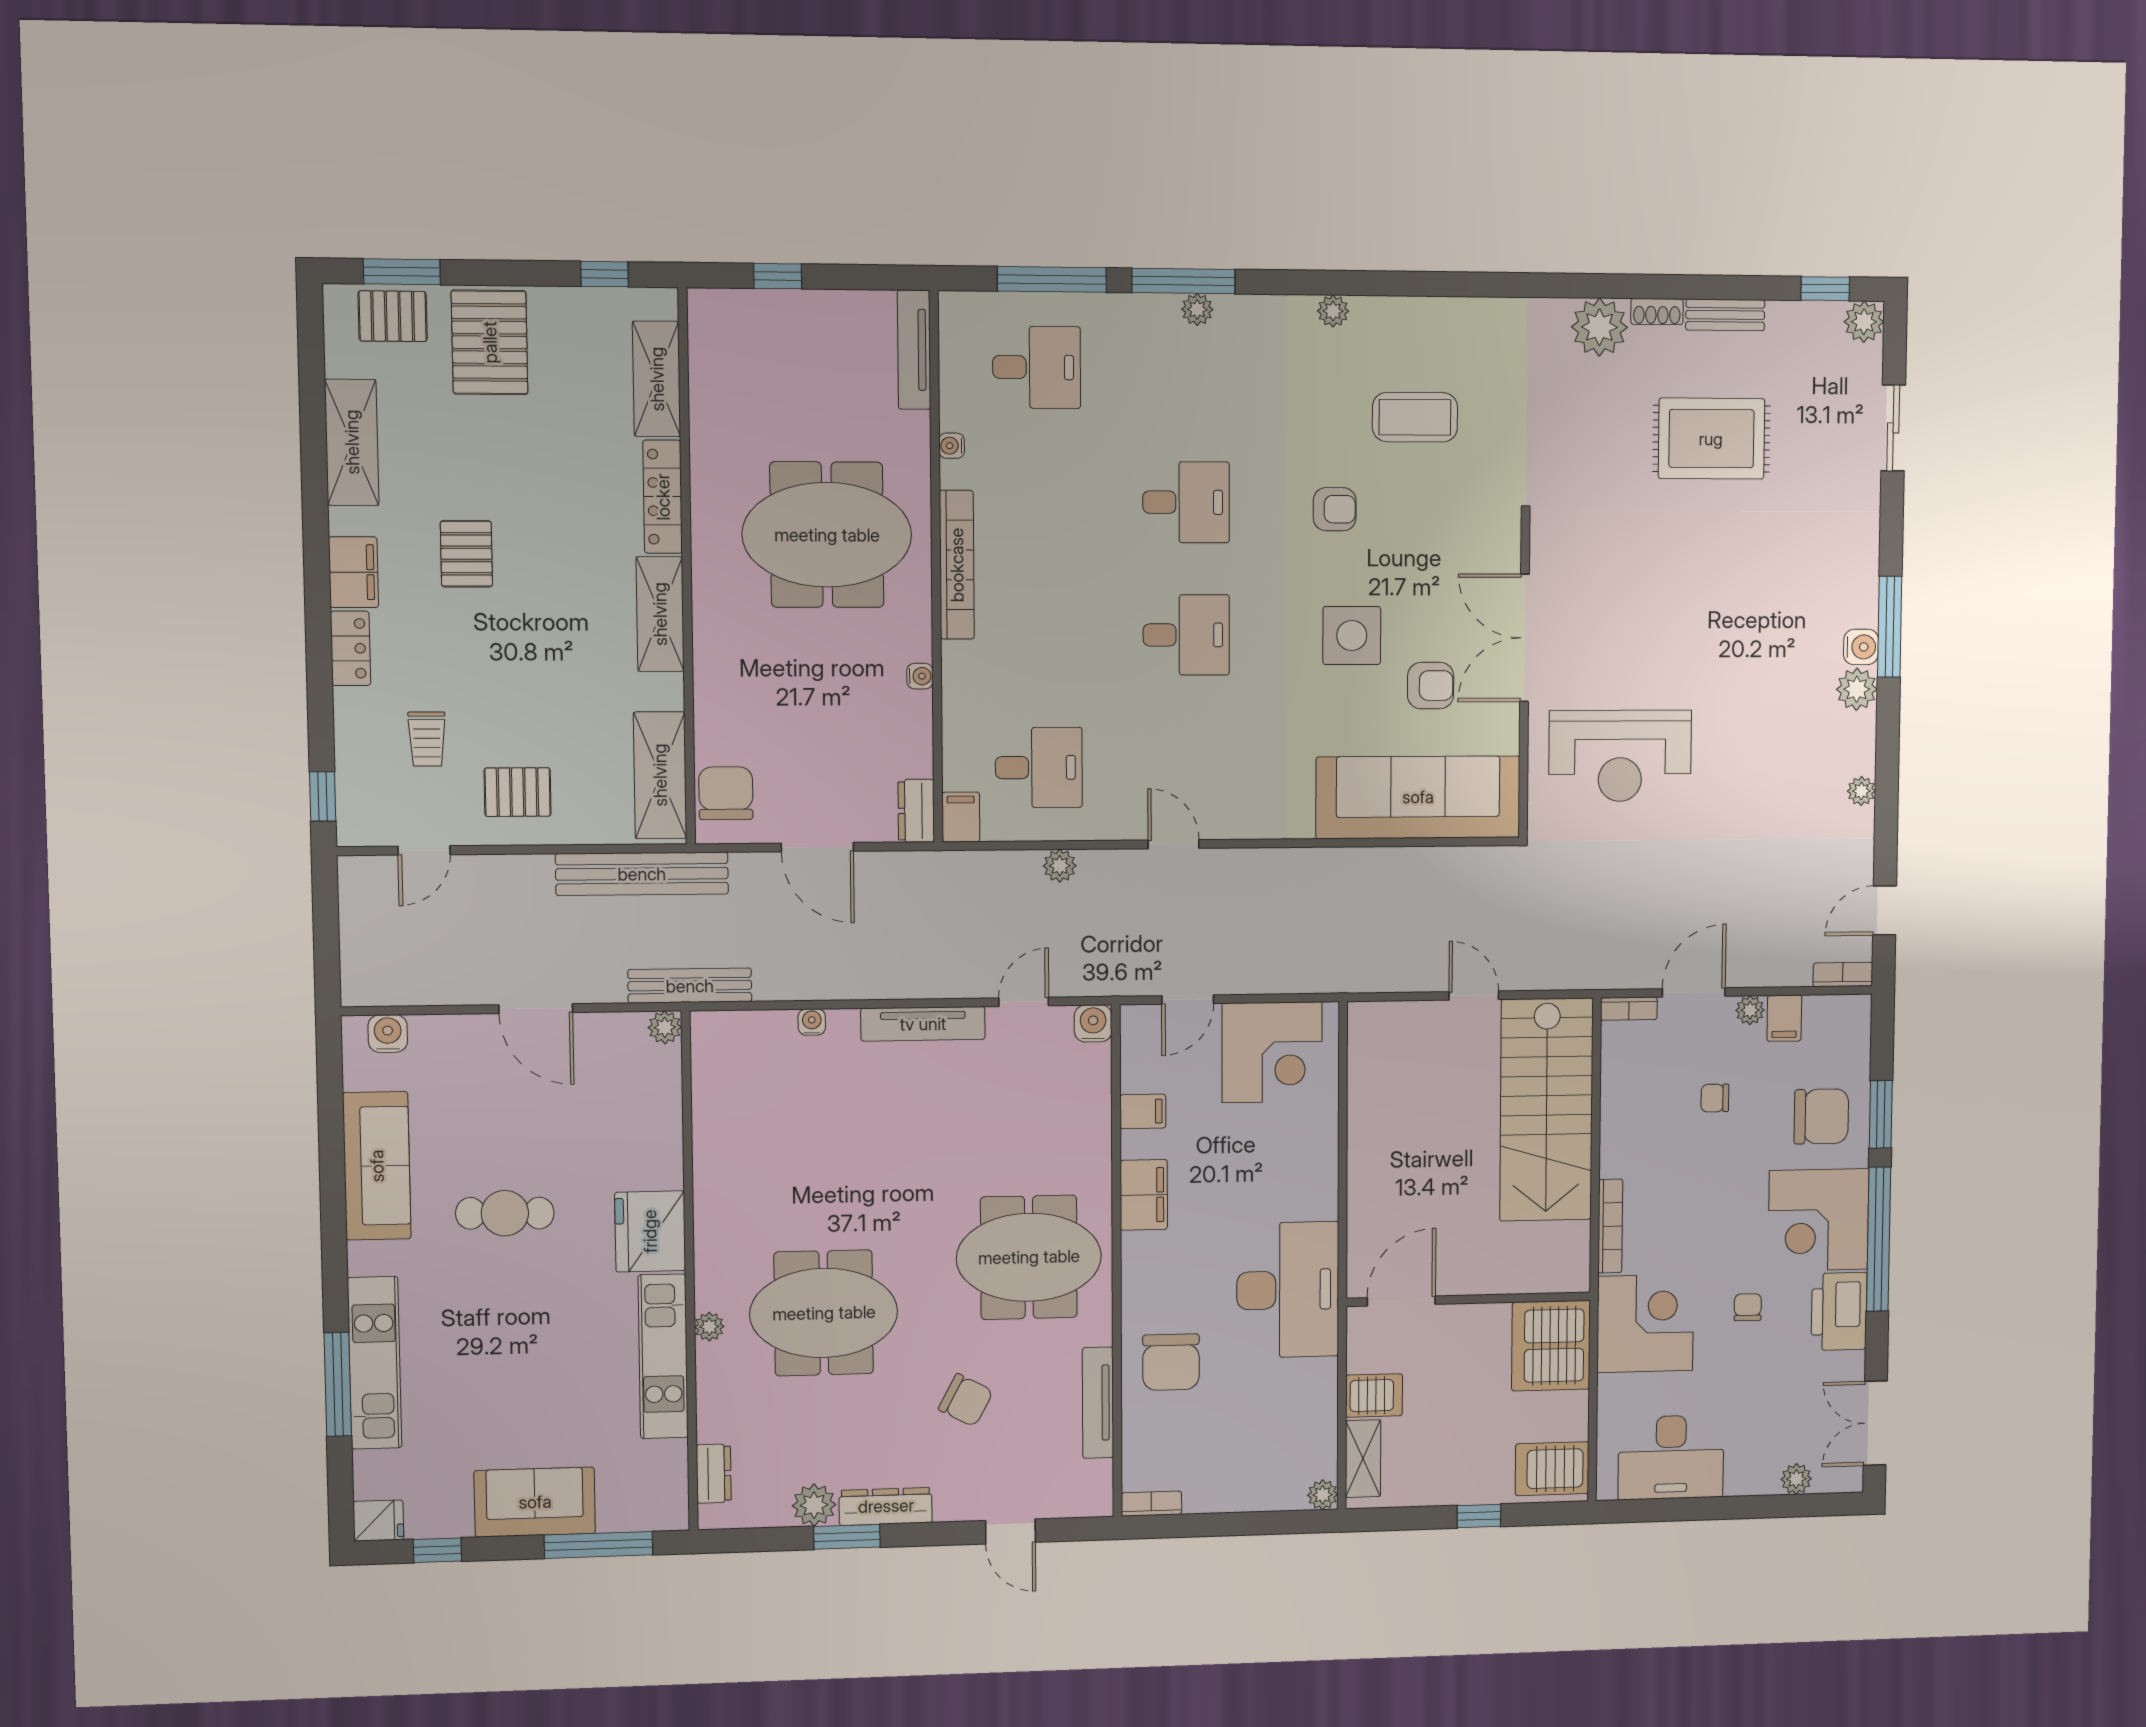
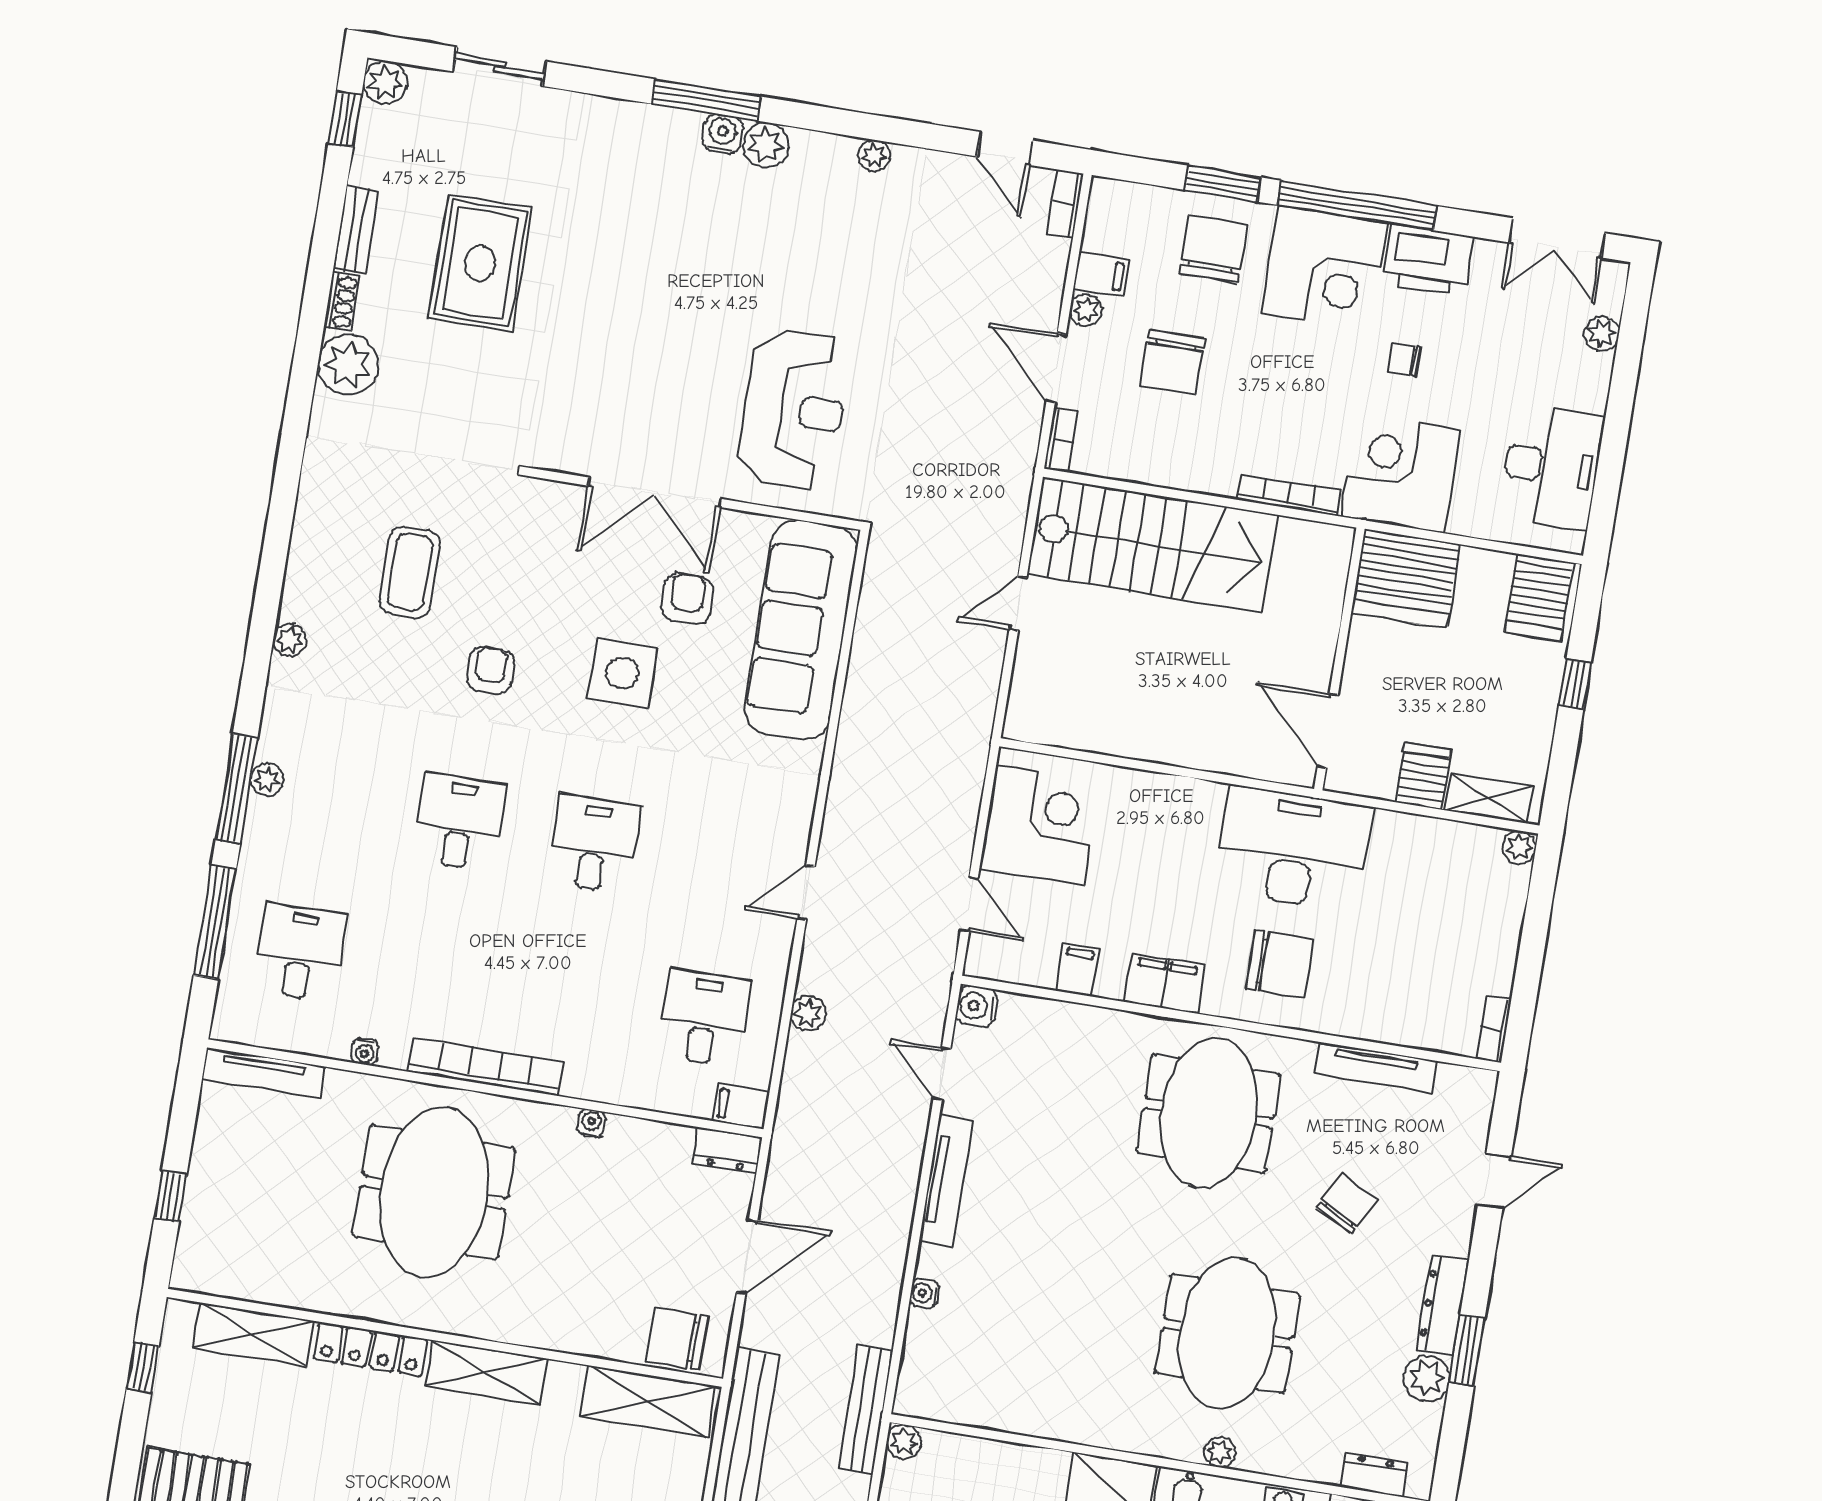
chair: (1715, 1098) -> (1173, 362), width x1.87, depth x1.87
chair: (1171, 1362) -> (1280, 964), moved

